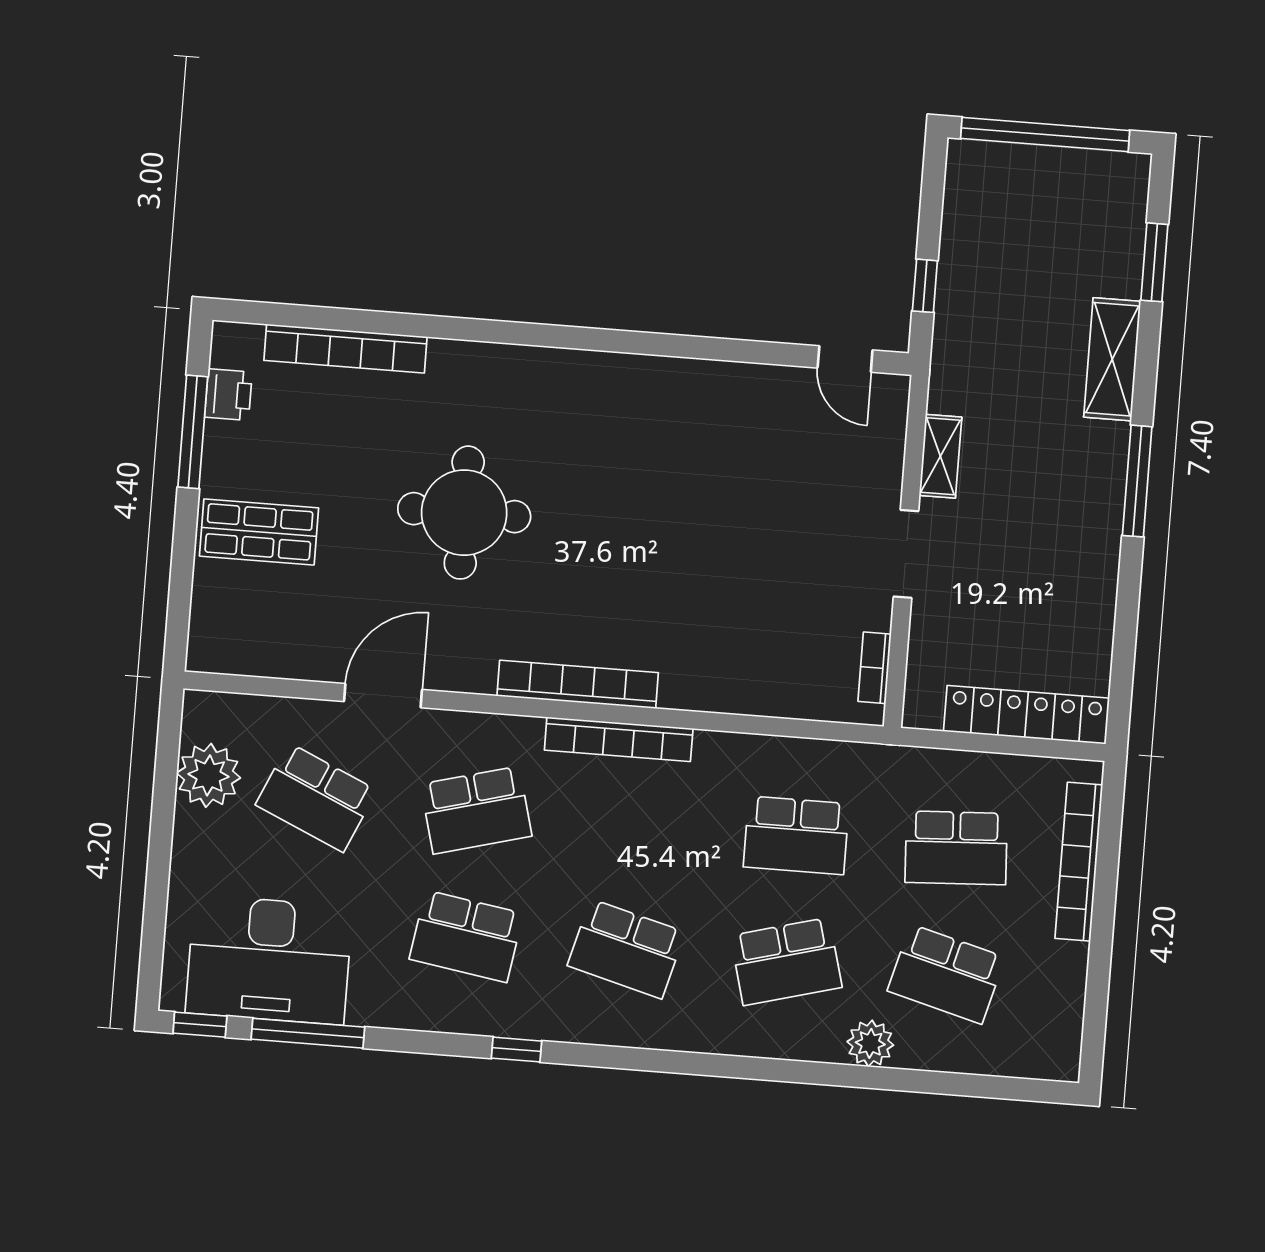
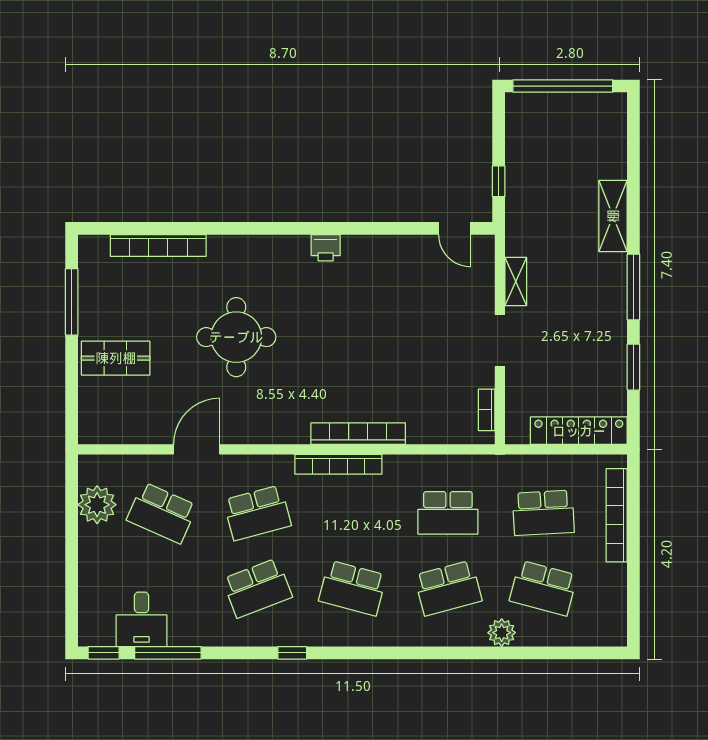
window: (1154, 262) -> (633, 367), moved
printer: (228, 395) -> (326, 248), moved, turned 90
bookcase: (578, 684) -> (358, 434), moved
school desk: (466, 936) -> (257, 588), turned -30
desk: (269, 960) -> (141, 619), width x0.53, depth x0.77

